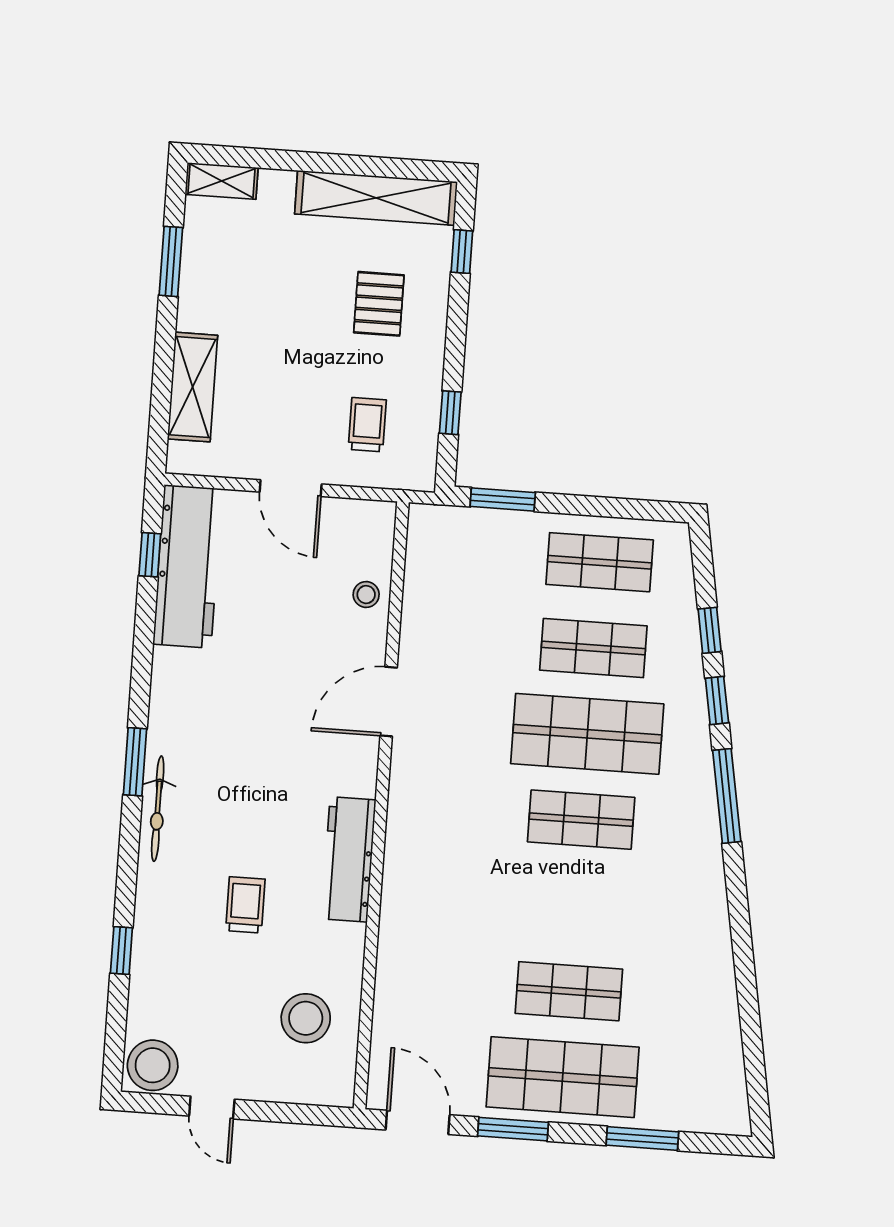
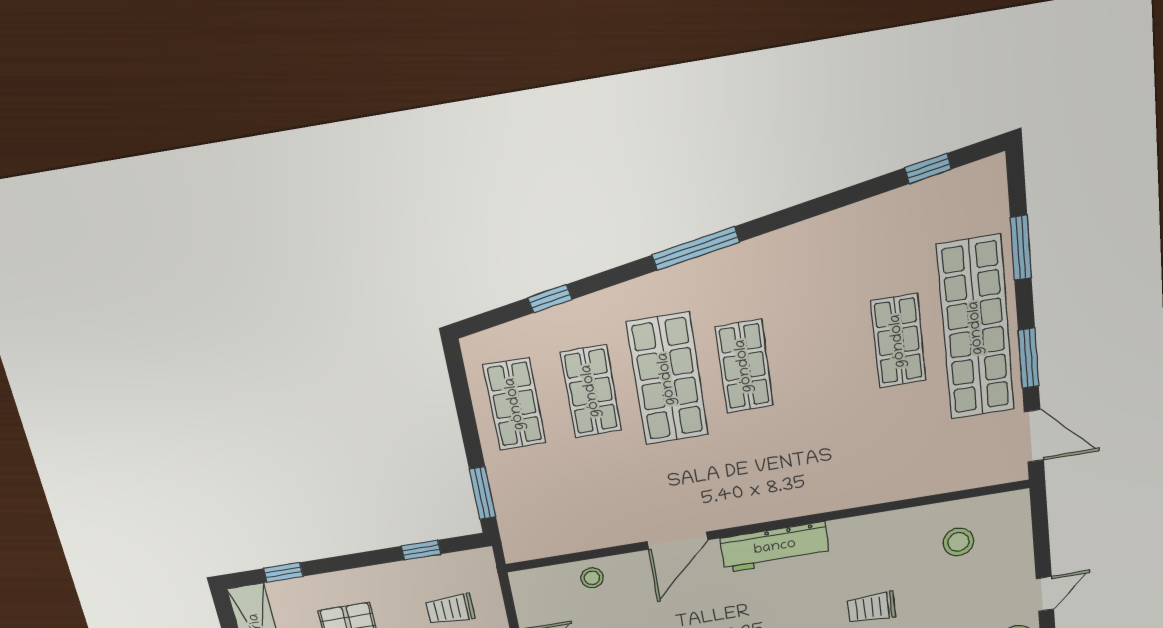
window: (717, 701) -> (928, 168), moved
door: (389, 702) -> (678, 541), hinge flipped
workbench: (349, 859) -> (775, 547), moved
stool: (306, 1018) -> (958, 542), width x0.73, depth x0.73
shop shelf: (563, 1077) -> (976, 328), width x1.40
door: (418, 1122) -> (1034, 436), swing flipped

